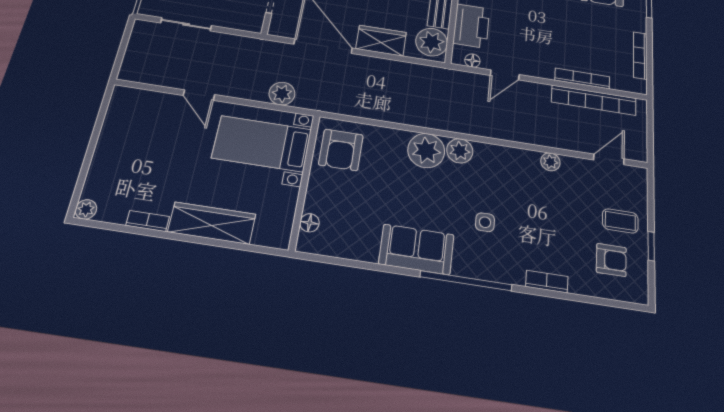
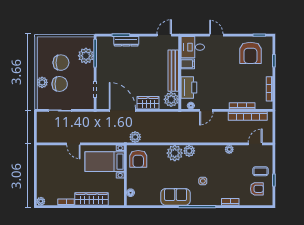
plant: (282, 94) -> (135, 137), moved

